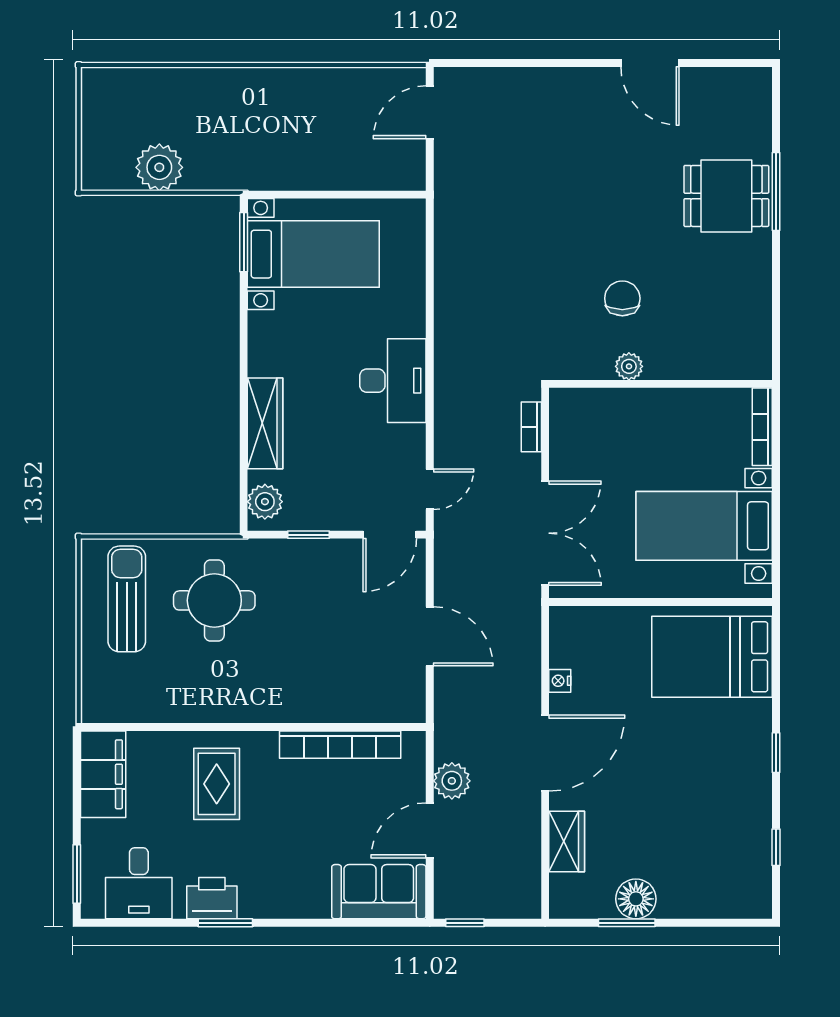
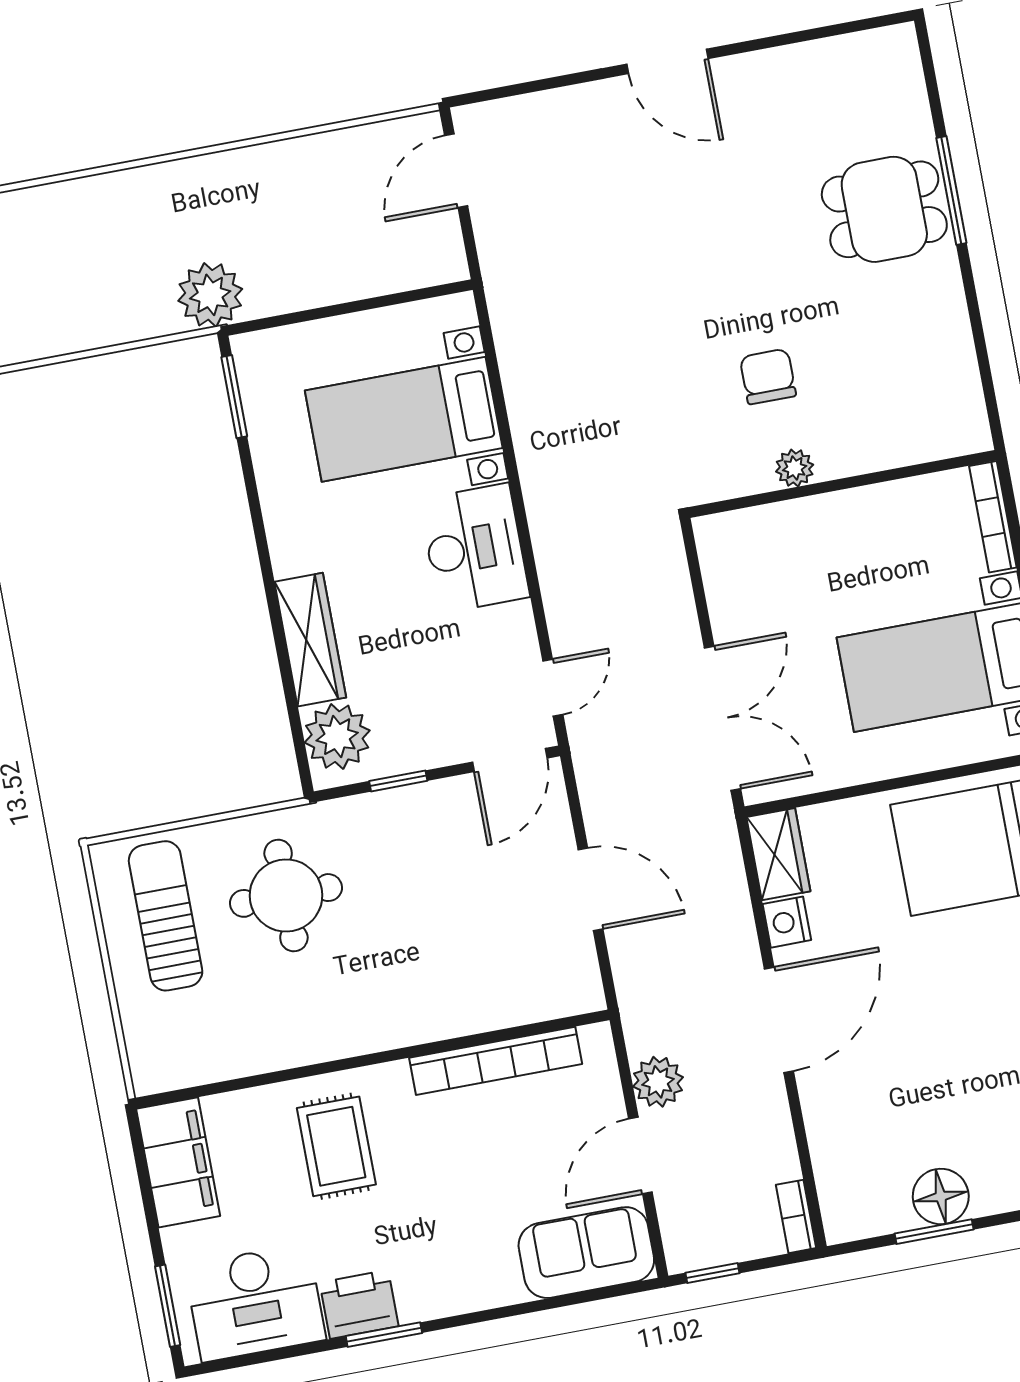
door: (650, 63) -> (667, 61), moved
plant: (159, 167) -> (210, 295), moved
bed with nightstands: (313, 254) -> (404, 419), moved, turned 180
bookcase: (531, 427) -> (796, 1216), moved
plant: (265, 502) -> (337, 737), width x1.36, depth x1.36
nightstand: (560, 681) -> (787, 922), width x1.39, depth x1.35
wardrobe: (567, 842) -> (778, 854), moved
desk: (139, 883) -> (255, 1303), width x1.37

